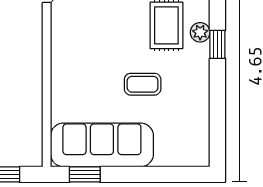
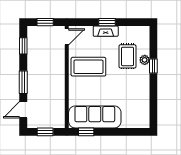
coffee table: (143, 84) -> (88, 67), moved, width x1.86, depth x1.72

